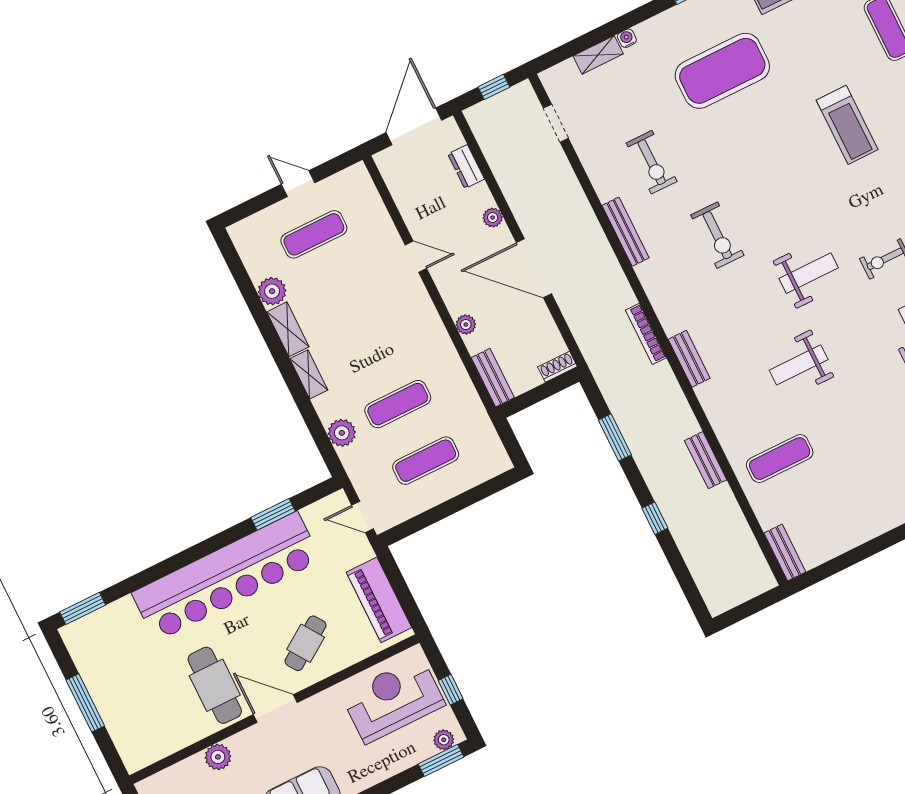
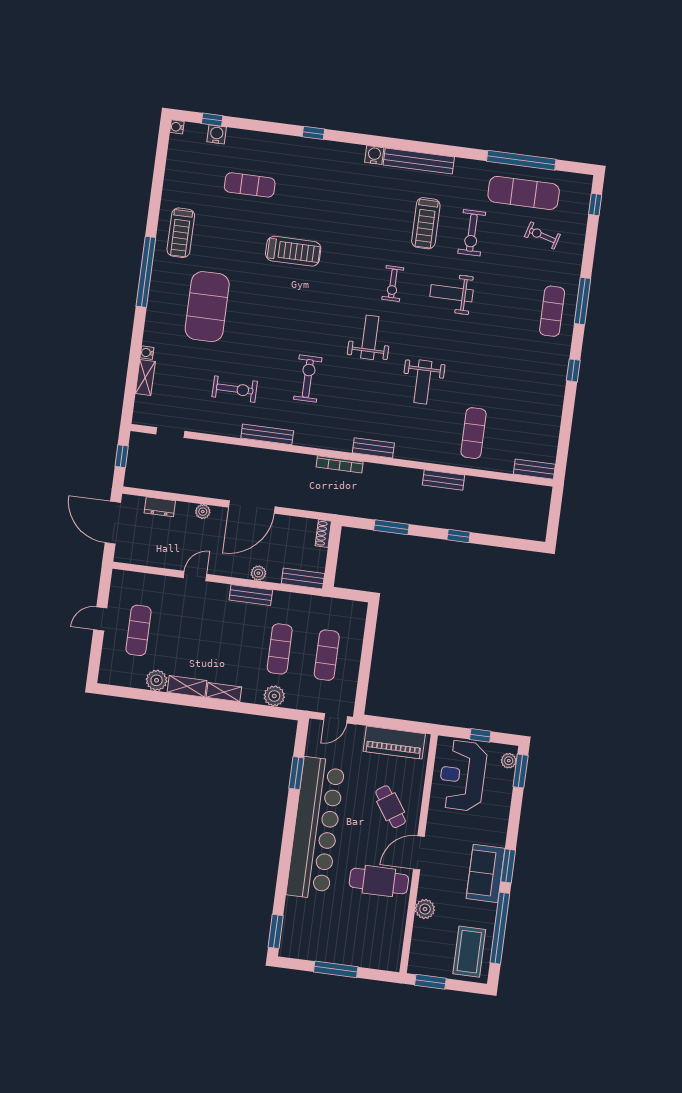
exercise bike: (717, 235) -> (308, 378), turned -90
bench: (436, 332) -> (251, 595), added

